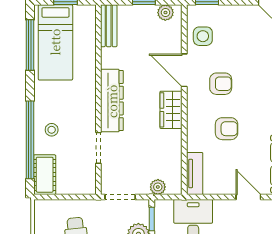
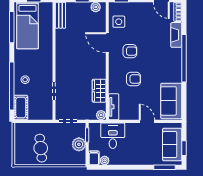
dresser: (112, 101) -> (62, 62), removed
wardrobe: (171, 110) -> (99, 91), moved
plant: (158, 187) -> (101, 115), moved

